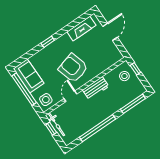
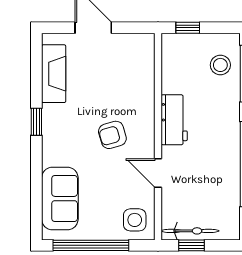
window: (48, 42) -> (36, 122), moved
armchair: (73, 68) -> (112, 135), width x0.53, depth x0.53
sofa: (29, 76) -> (60, 199), moved, turned 90
stool: (124, 76) -> (220, 65), moved

